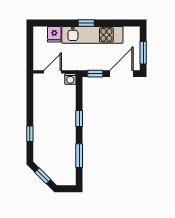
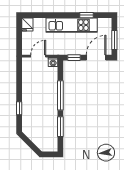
window: (86, 23) -> (87, 15), moved
fridge: (54, 34) -> (27, 25), moved
window: (79, 119) -> (60, 95), width x2.17
window: (43, 176) -> (30, 144), removed

